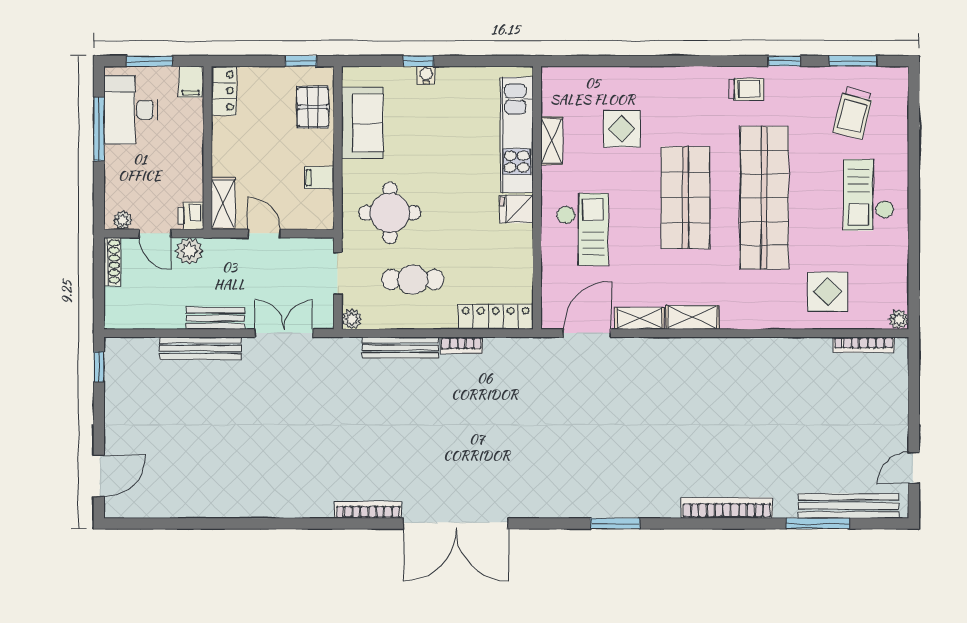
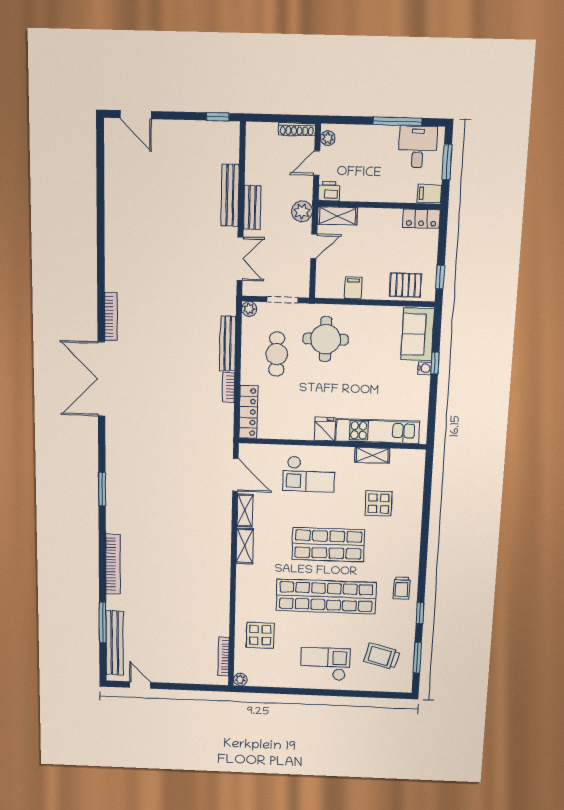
desk: (131, 110) -> (418, 147), width x0.73
sofa: (362, 123) -> (418, 334), moved, turned 90
plant: (189, 251) -> (302, 211), moved

